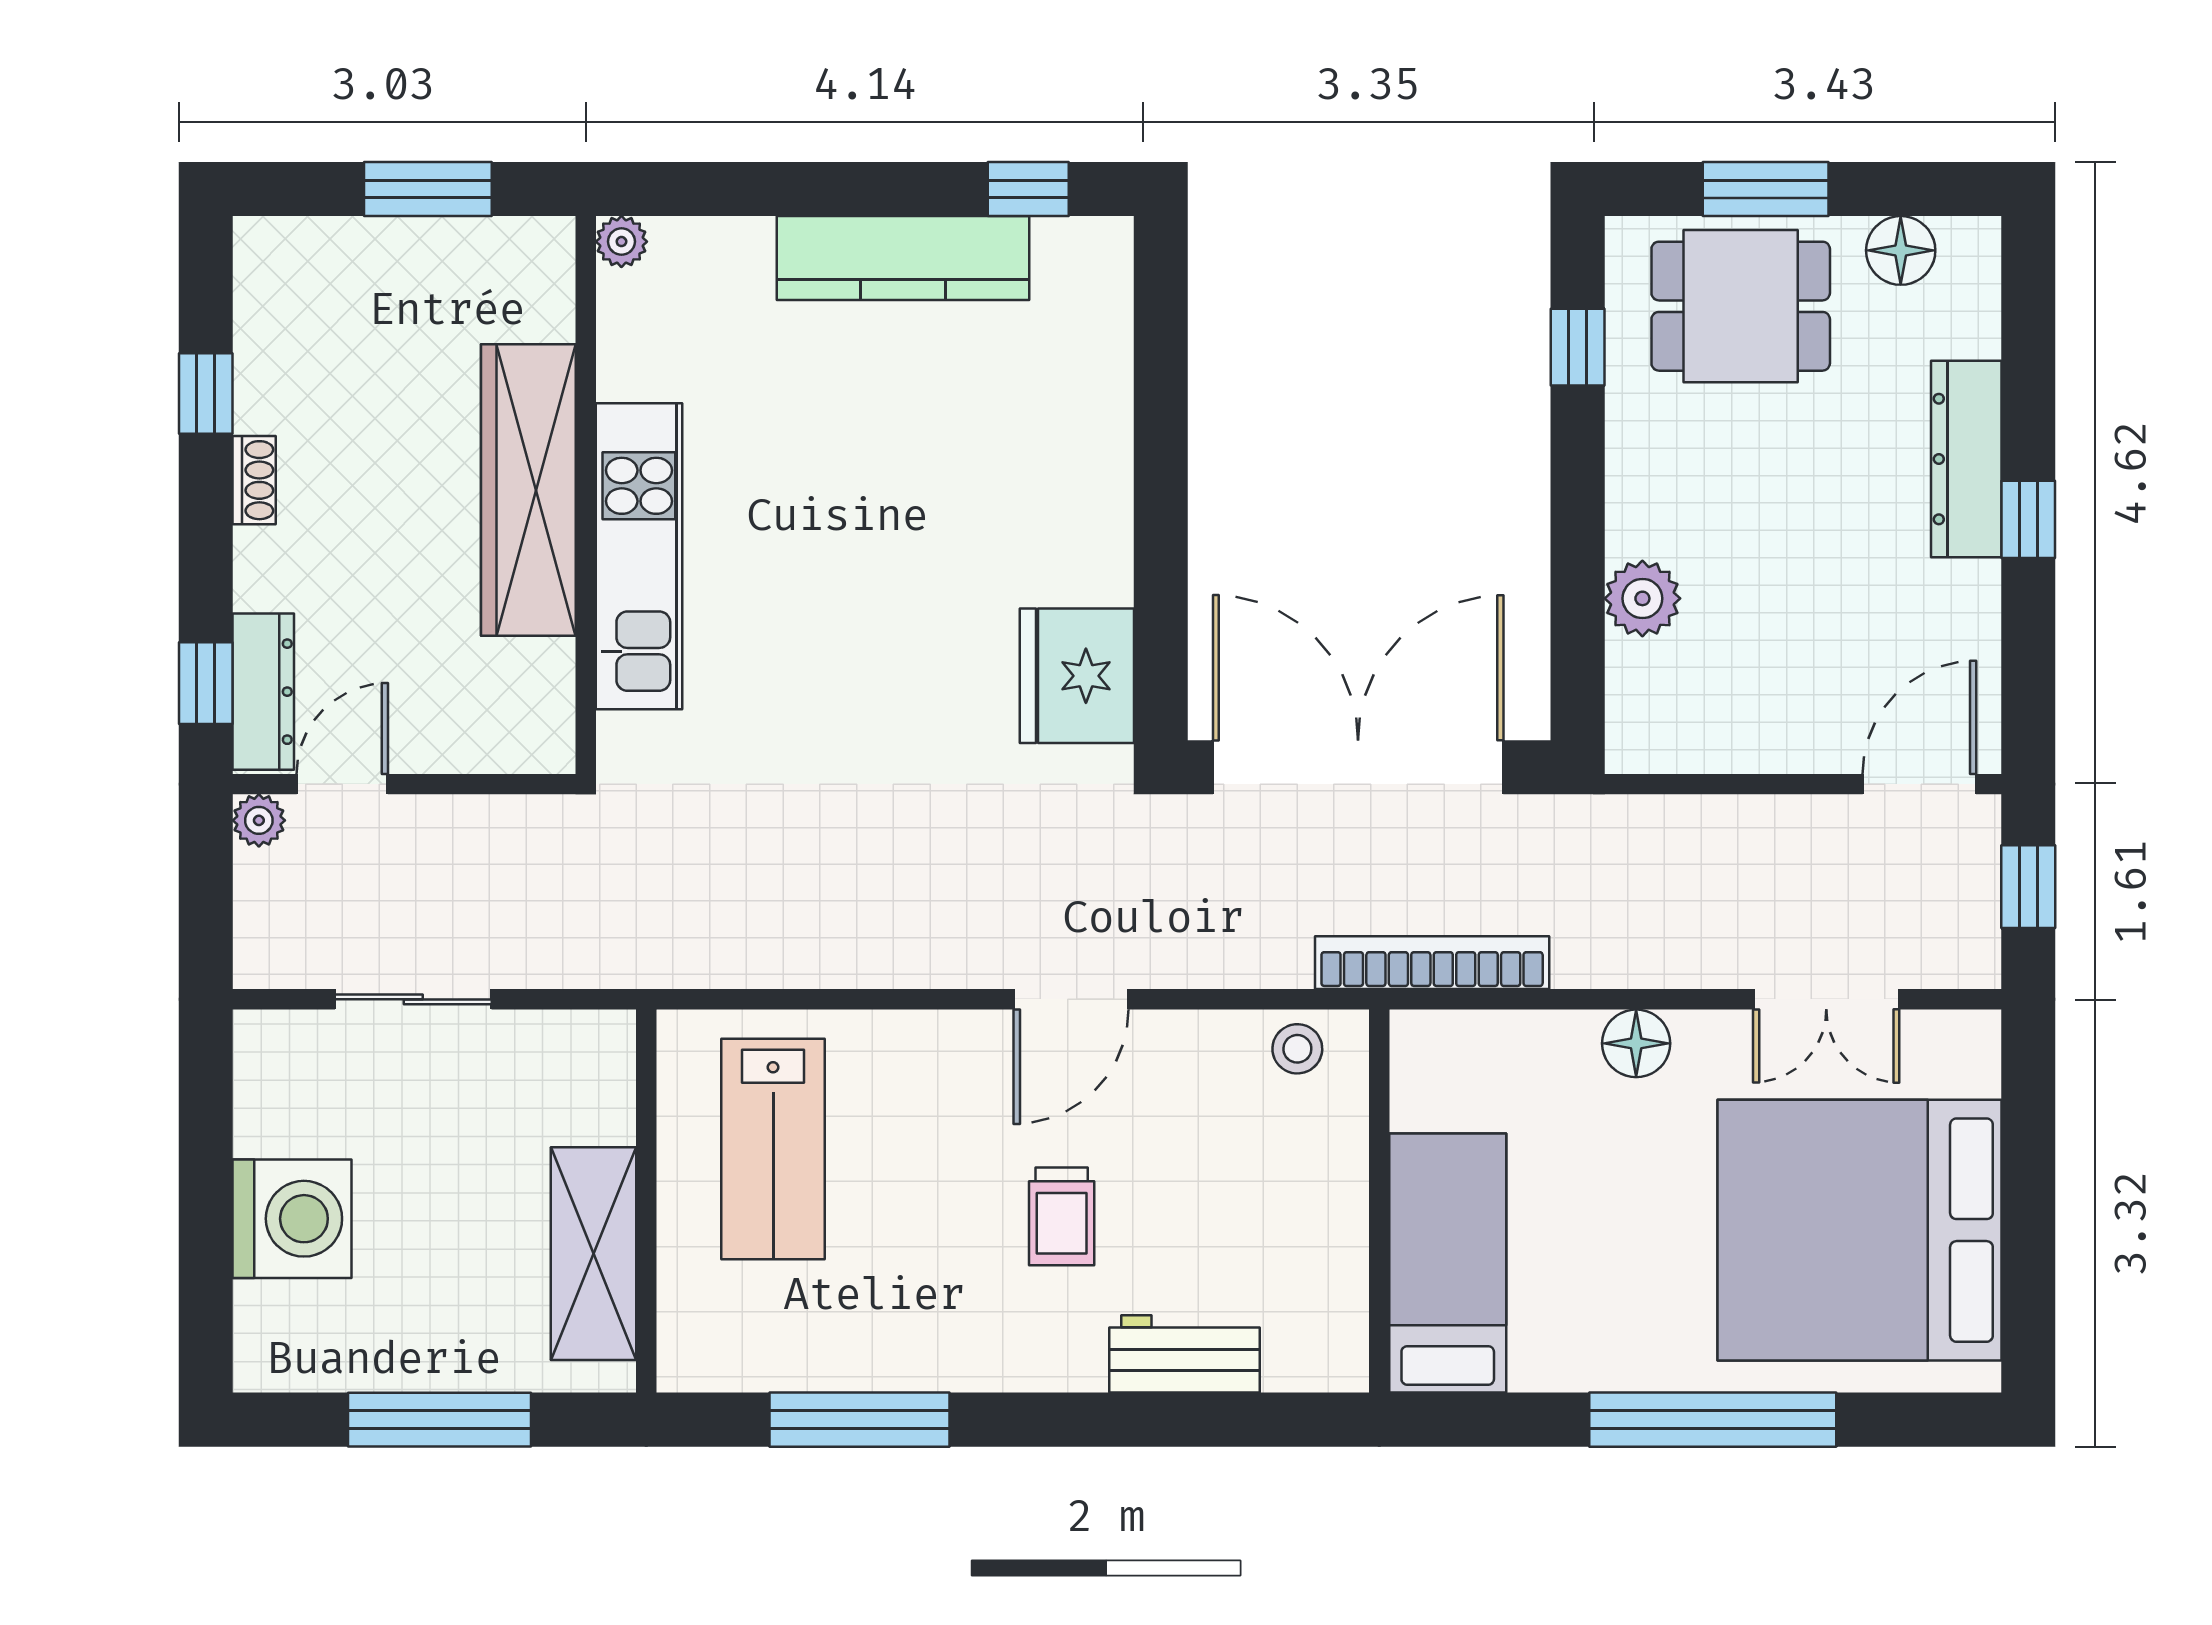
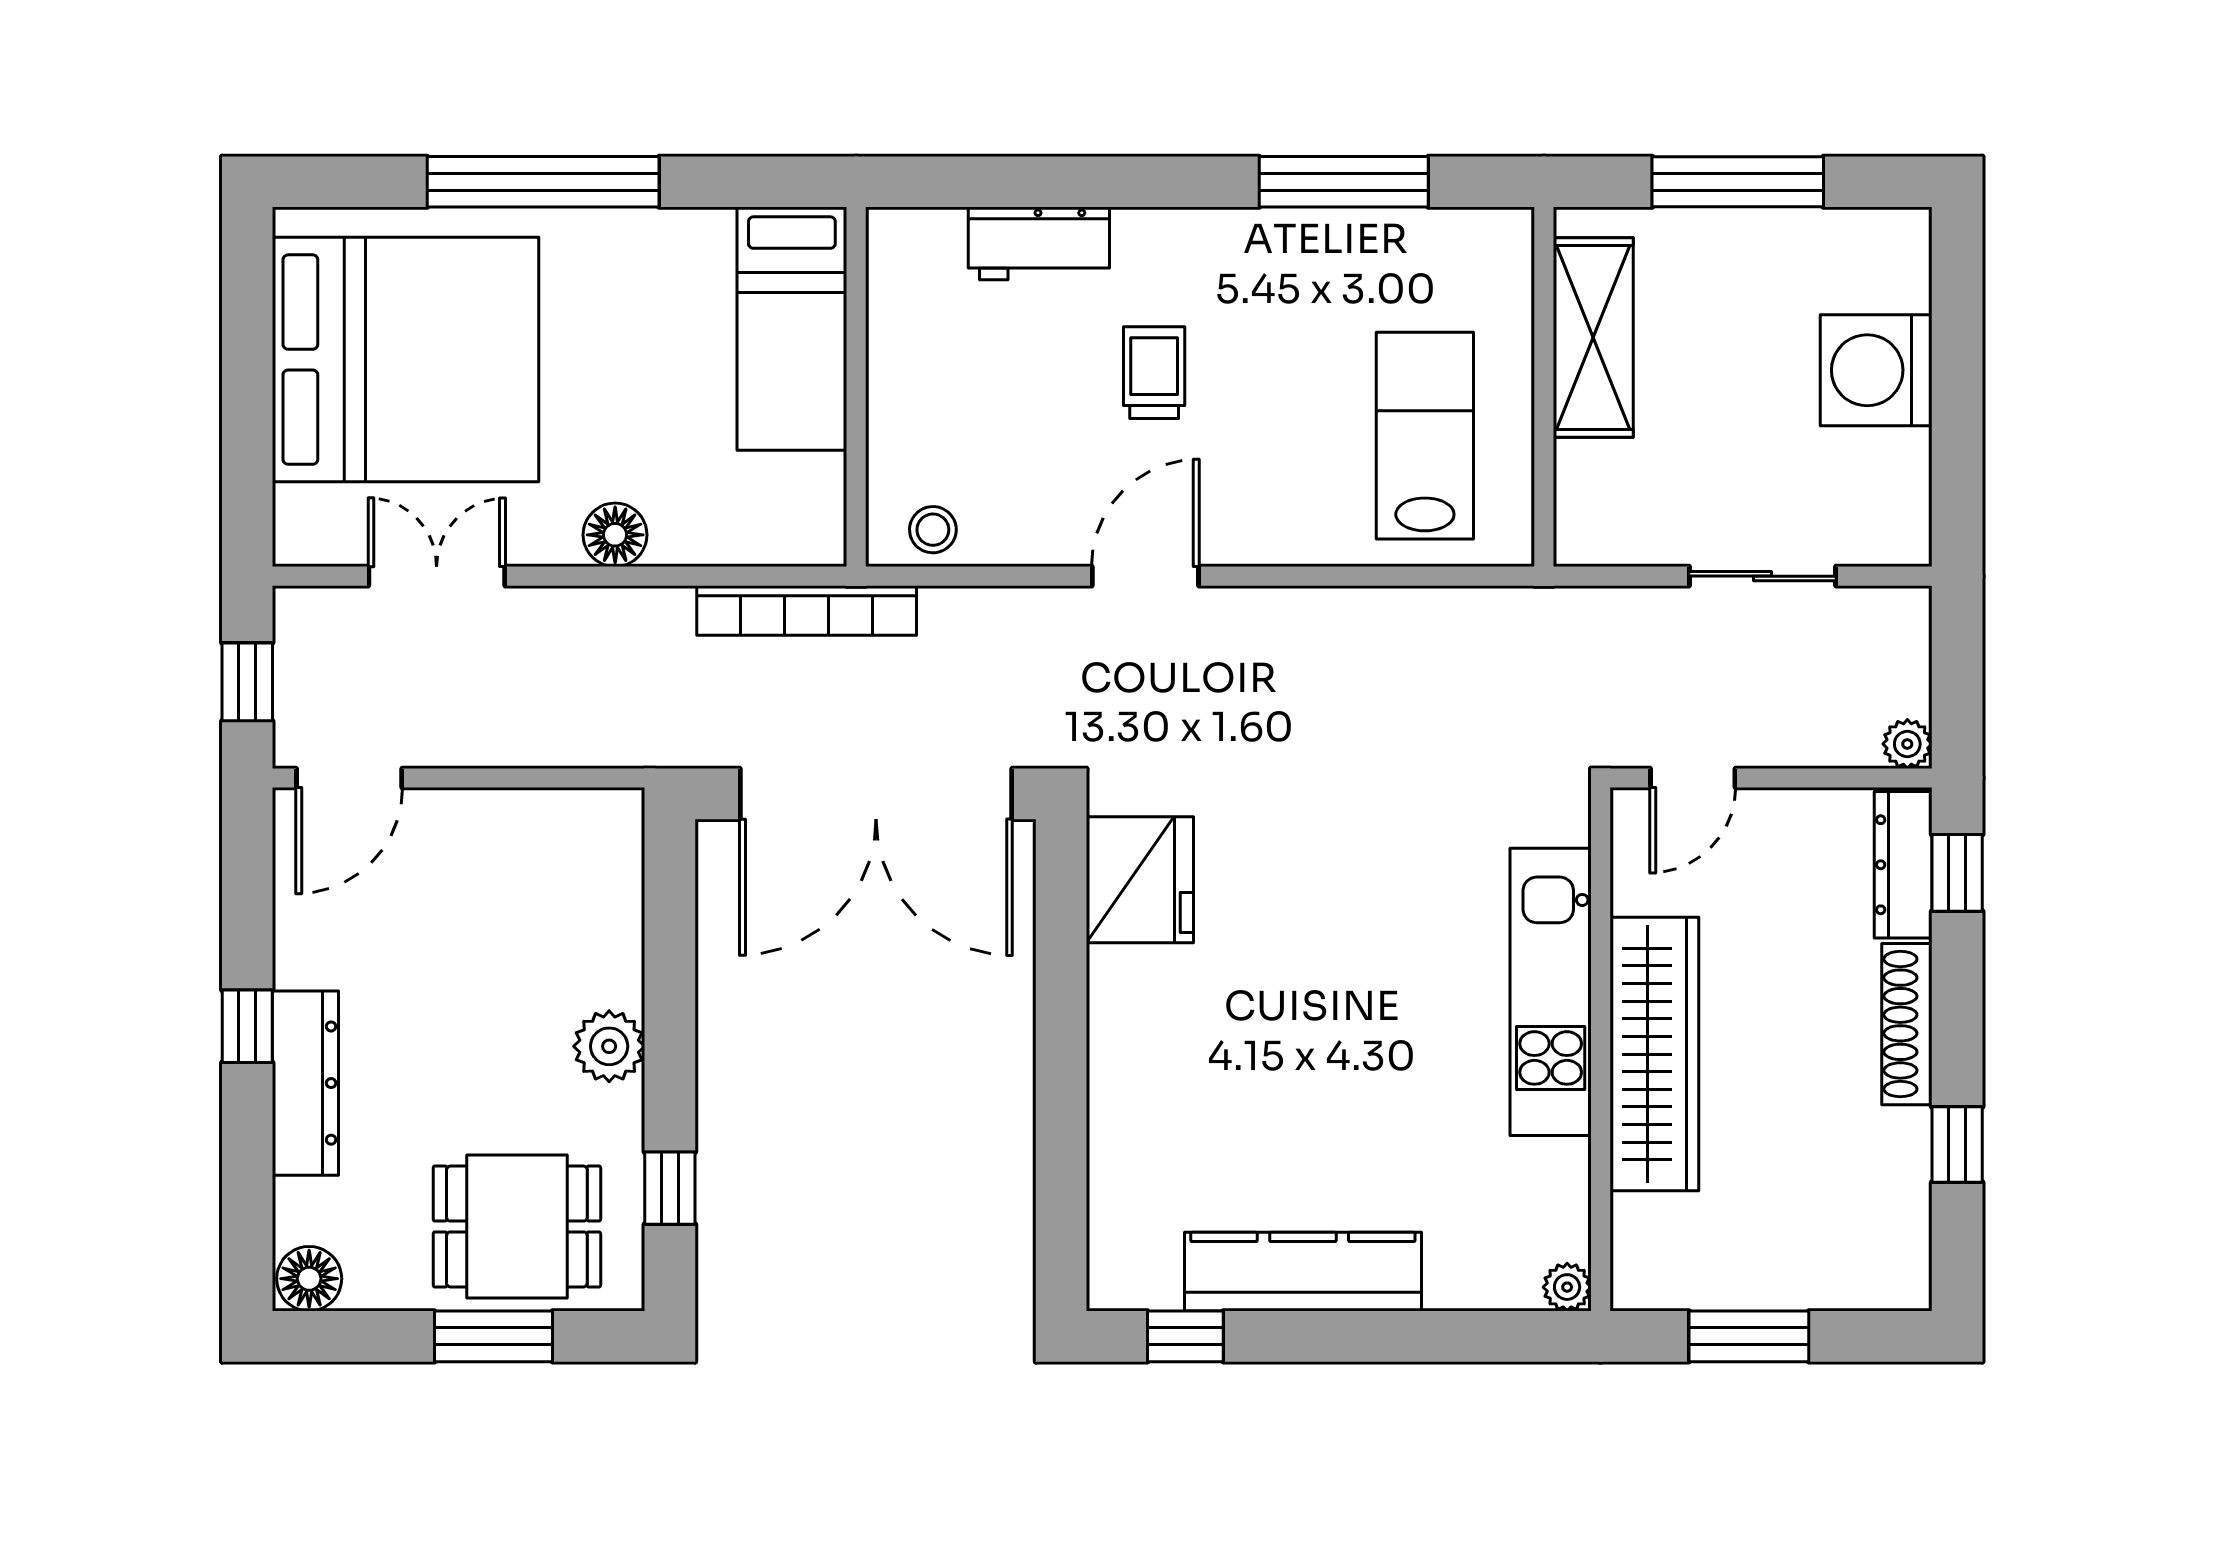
floor lamp: (1901, 250) -> (309, 1279), moved
shoe rack: (254, 480) -> (1907, 1024), width x1.94, depth x1.24
plant: (1642, 598) -> (609, 1046), moved
door: (342, 784) -> (1693, 778), moved

